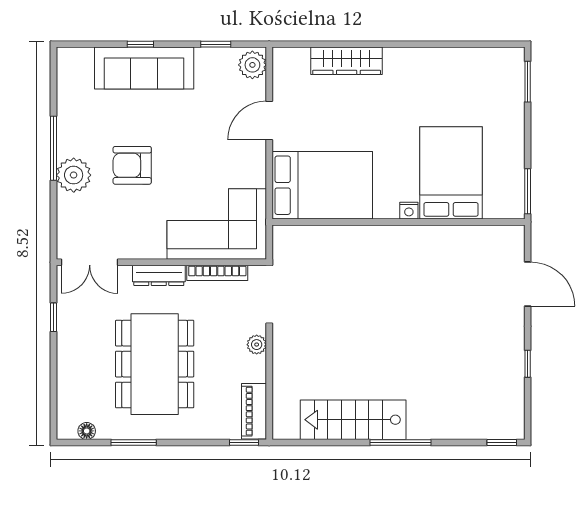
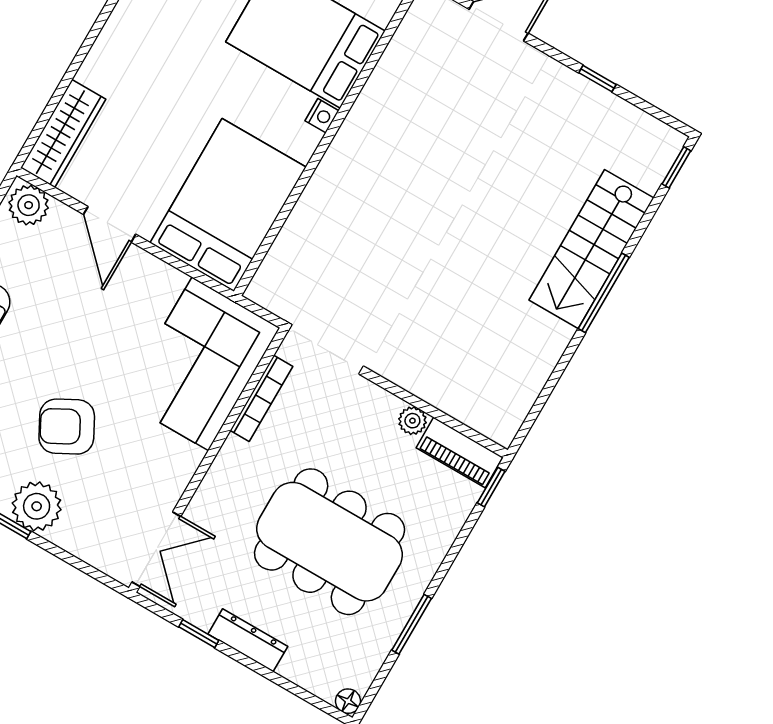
wardrobe: (347, 61) -> (63, 134), moved
armchair: (132, 165) -> (67, 427), turned 62
dresser: (159, 275) -> (248, 640), moved, turned -90
plant: (257, 345) -> (412, 421), moved
stairs: (353, 420) -> (591, 249), moved
floor lamp: (87, 431) -> (348, 701), moved

